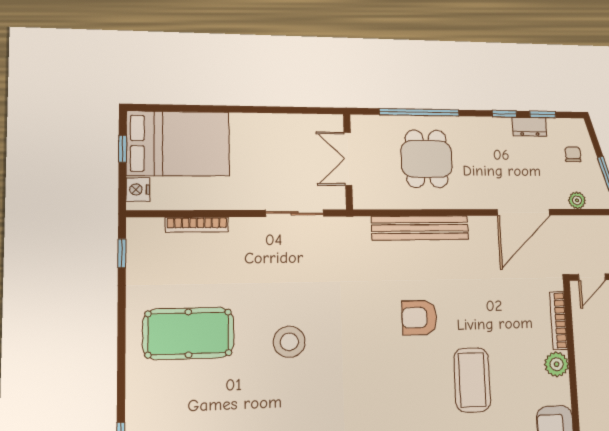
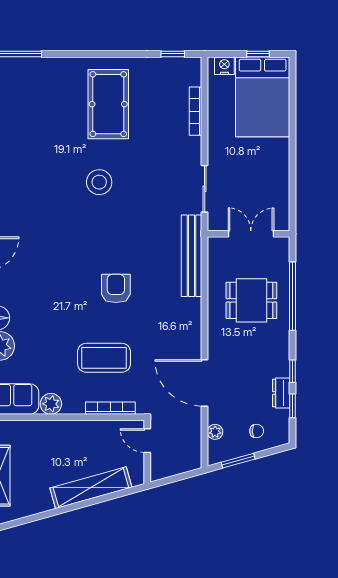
bench: (420, 228) -> (191, 256), moved
plant: (557, 364) -> (51, 404), moved
coffee table: (472, 380) -> (104, 358), moved

